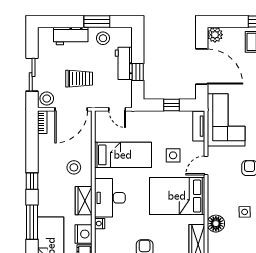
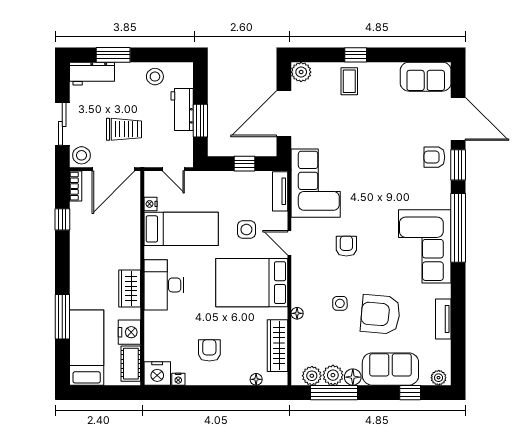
window: (97, 22) -> (113, 55), moved
workbench: (71, 36) -> (92, 74), moved
door: (202, 67) -> (284, 114), swing flipped
window: (138, 72) -> (200, 121), width x1.50
door: (206, 165) -> (289, 243), hinge flipped
stool: (74, 167) -> (117, 245), removed
window: (32, 181) -> (62, 219), moved
nightstand: (100, 224) -> (151, 204), moved
floor lamp: (216, 224) -> (297, 313), width x0.53, depth x0.53

